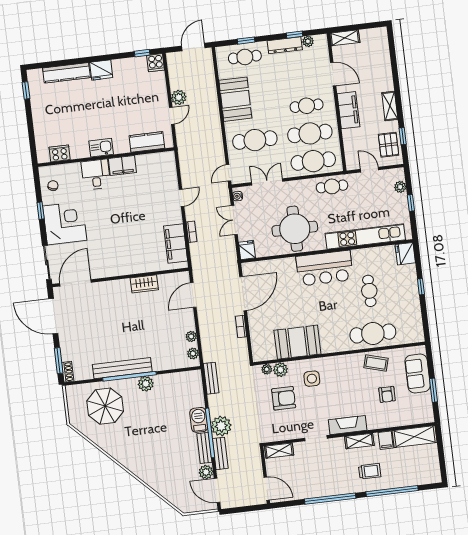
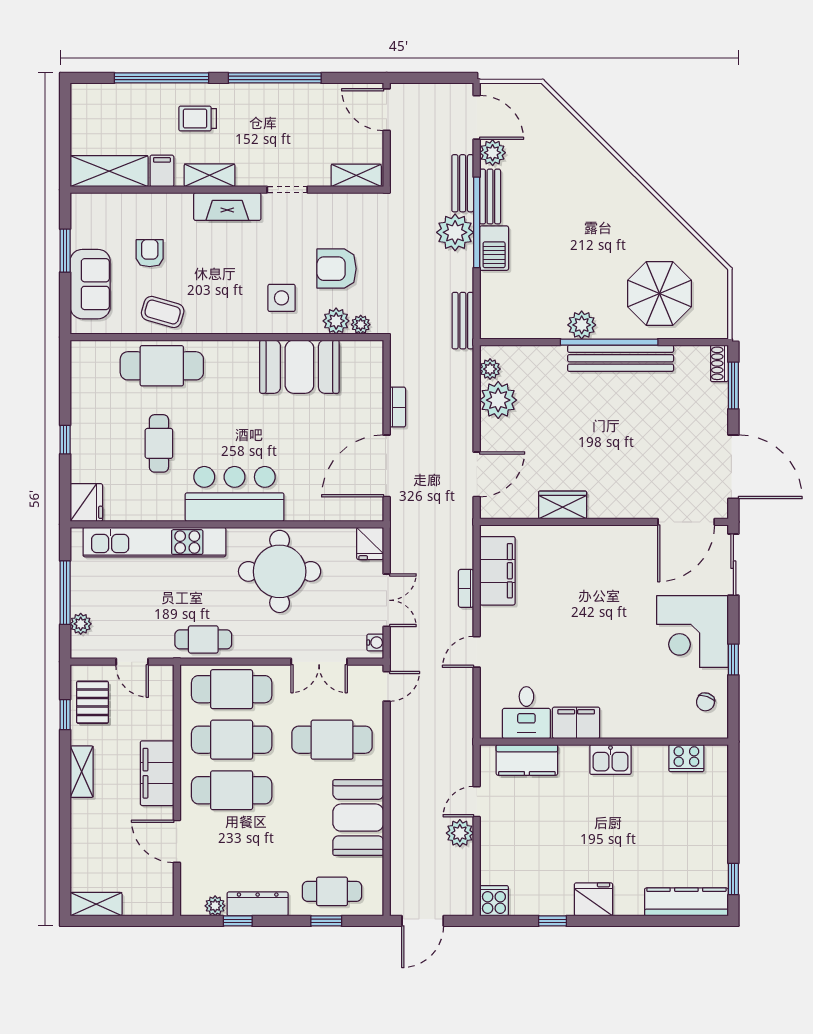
shelving: (345, 38) -> (96, 904), moved
window: (142, 53) -> (553, 921), moved
kitchen counter: (66, 73) -> (686, 902), moved
cafe table: (307, 106) -> (232, 790), width x1.37, depth x1.35
desk: (96, 174) -> (526, 713), moved
window: (411, 203) -> (65, 593), width x2.17
plant: (191, 336) -> (498, 400), width x1.88, depth x1.88

